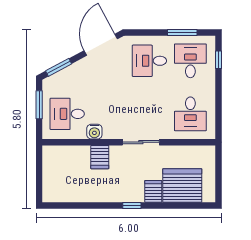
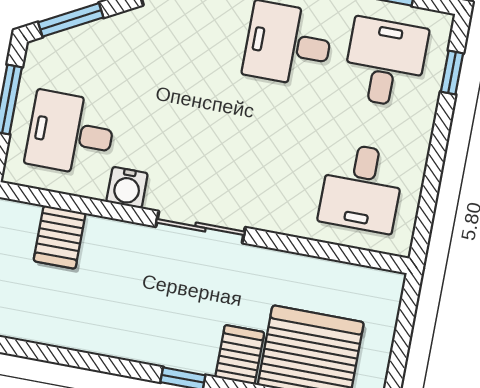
sliding door: (141, 142) -> (200, 227), moved
server rack: (100, 157) -> (60, 237), moved

